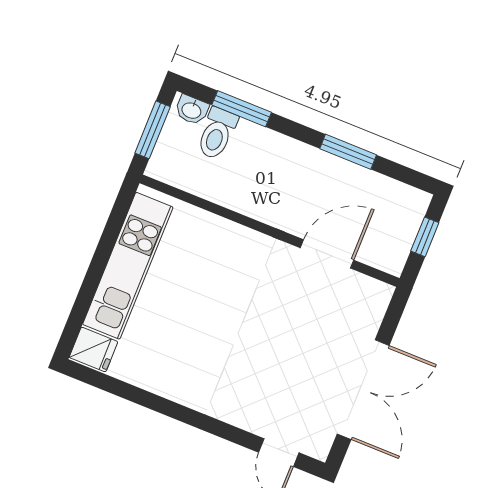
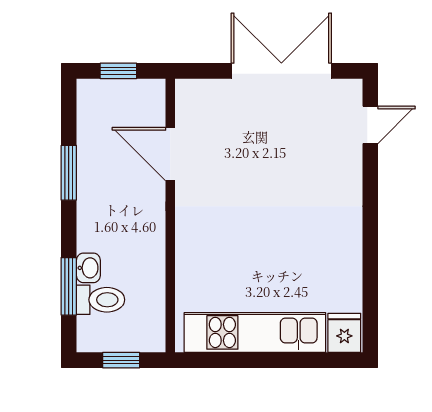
washbasin: (192, 110) -> (88, 268), moved
window: (153, 130) -> (121, 360), width x0.67

